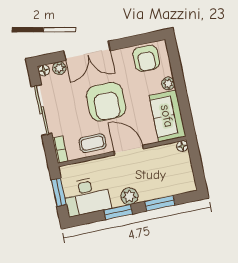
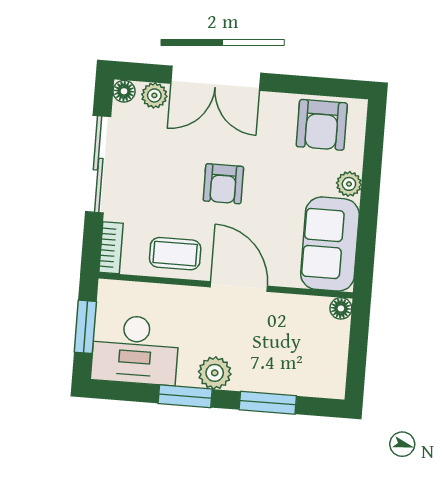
armchair: (106, 102) -> (223, 184), width x0.53, depth x0.53

